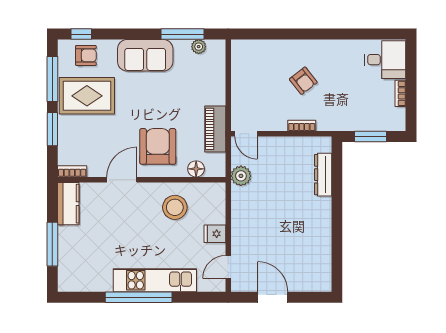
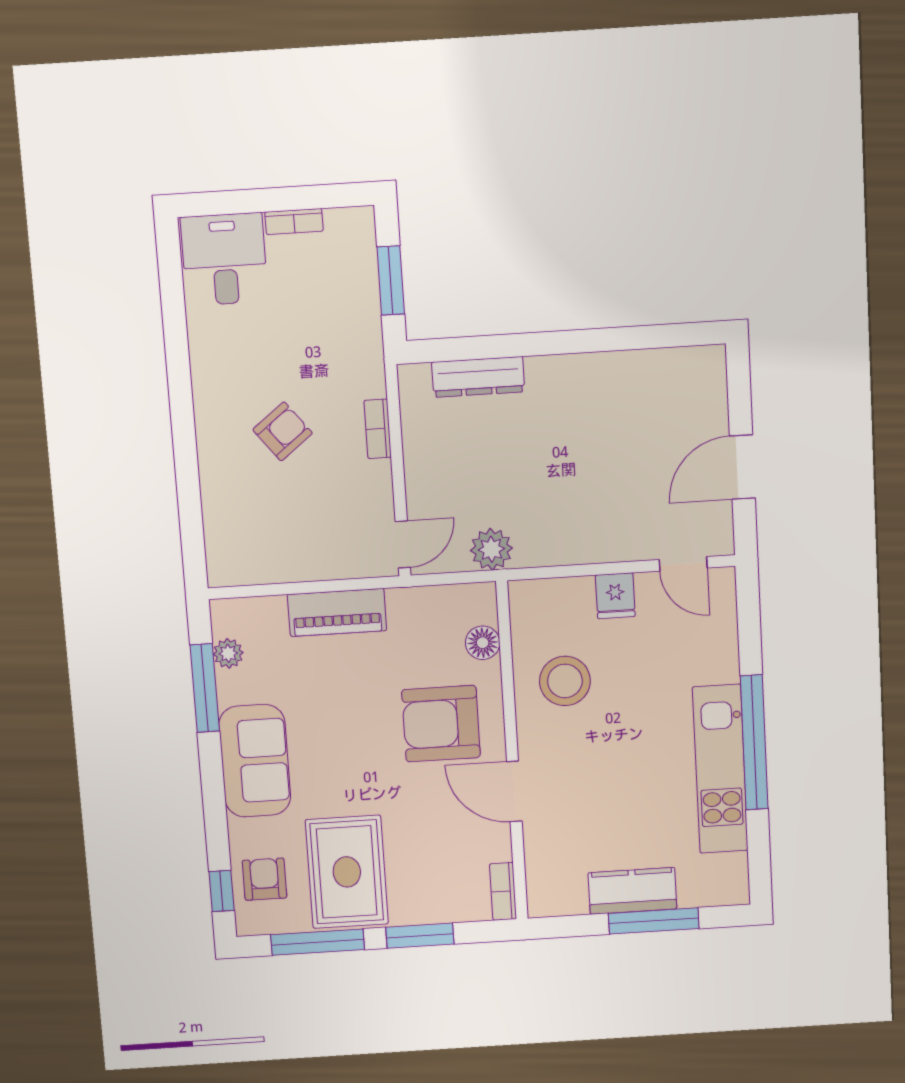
piano: (215, 129) -> (337, 612), moved
kitchen counter: (68, 204) -> (632, 891), moved
kitchen unit: (155, 280) -> (720, 769), moved

